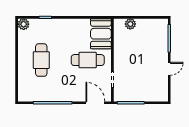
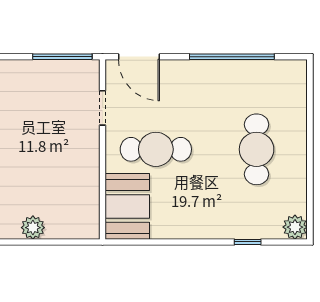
plant: (130, 24) -> (33, 228), moved

